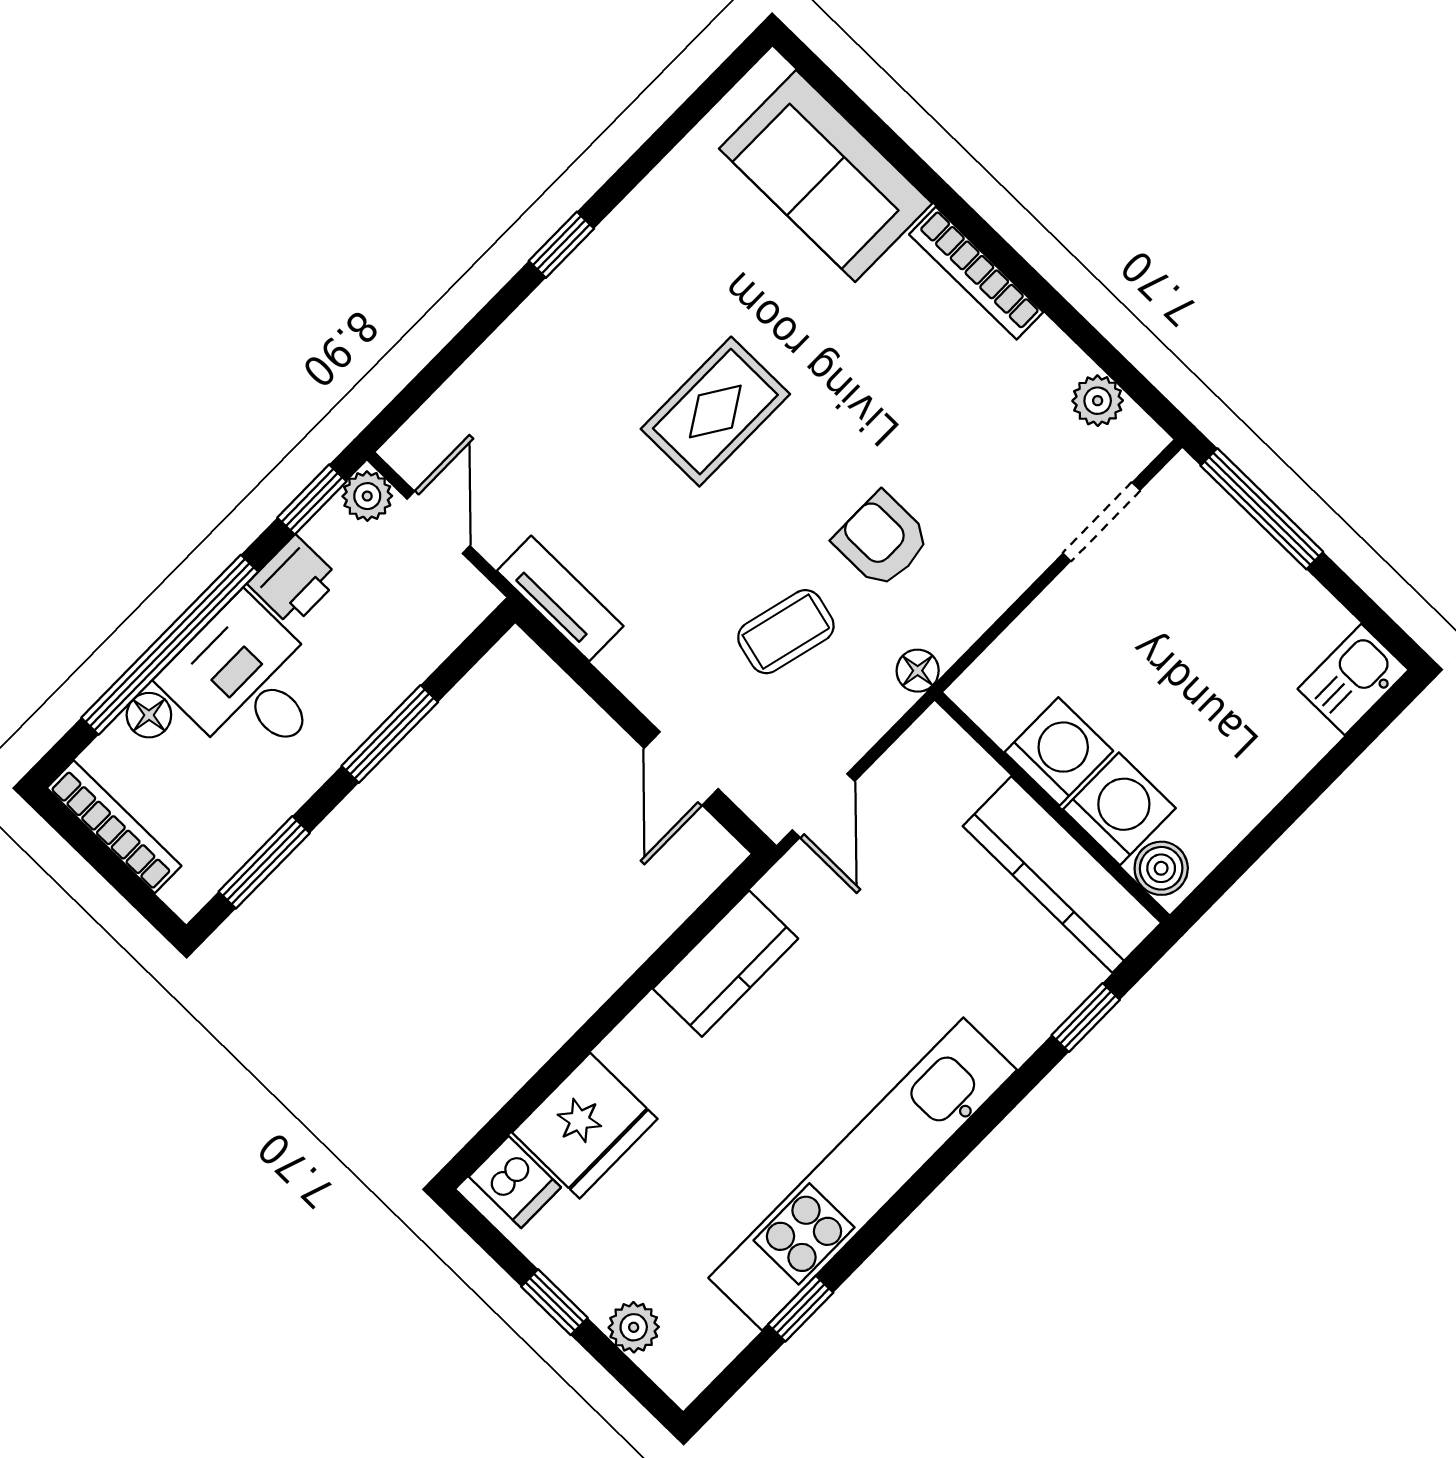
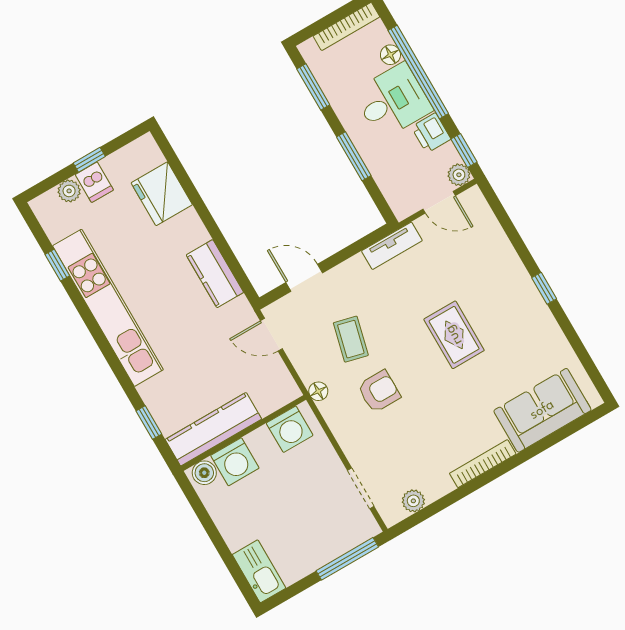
kitchen sink: (1353, 679) -> (259, 571), width x1.38
washing machine: (1059, 751) -> (290, 429), moved
dishwasher: (515, 1182) -> (94, 182), moved, turned -90

